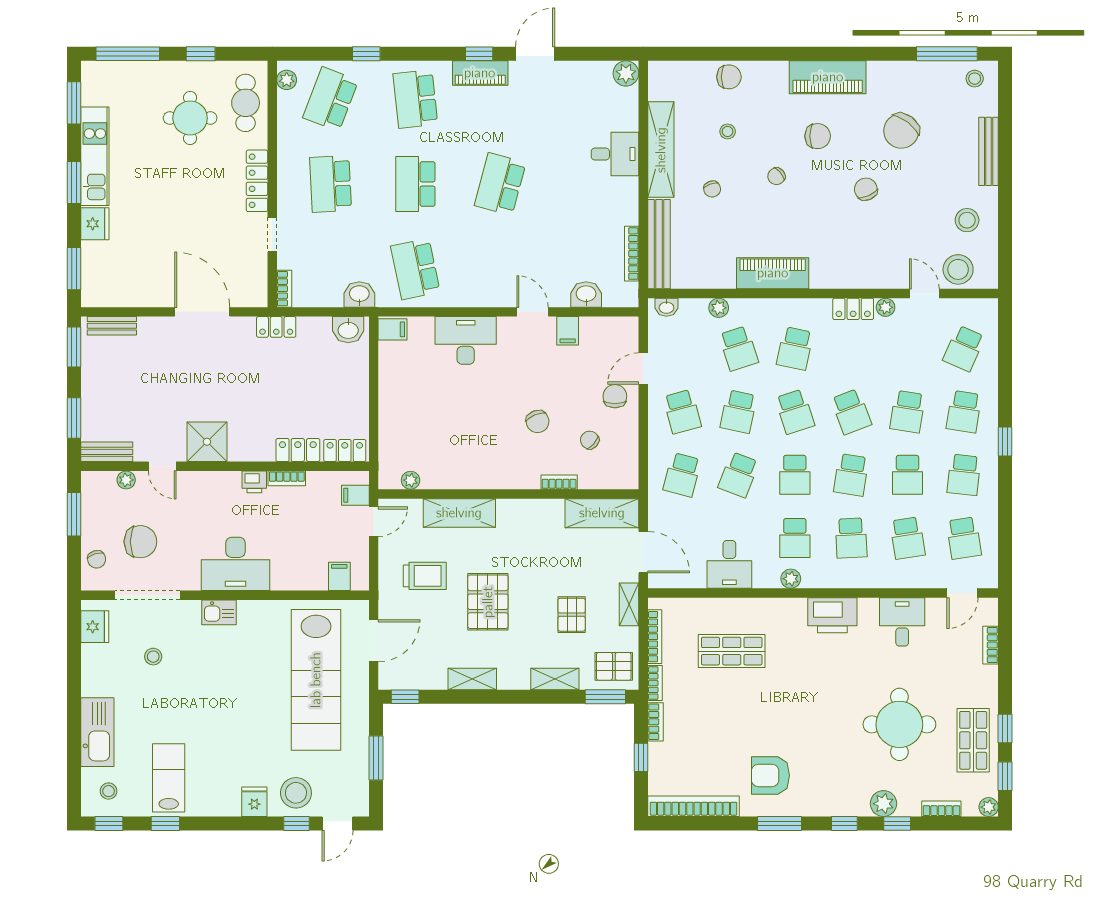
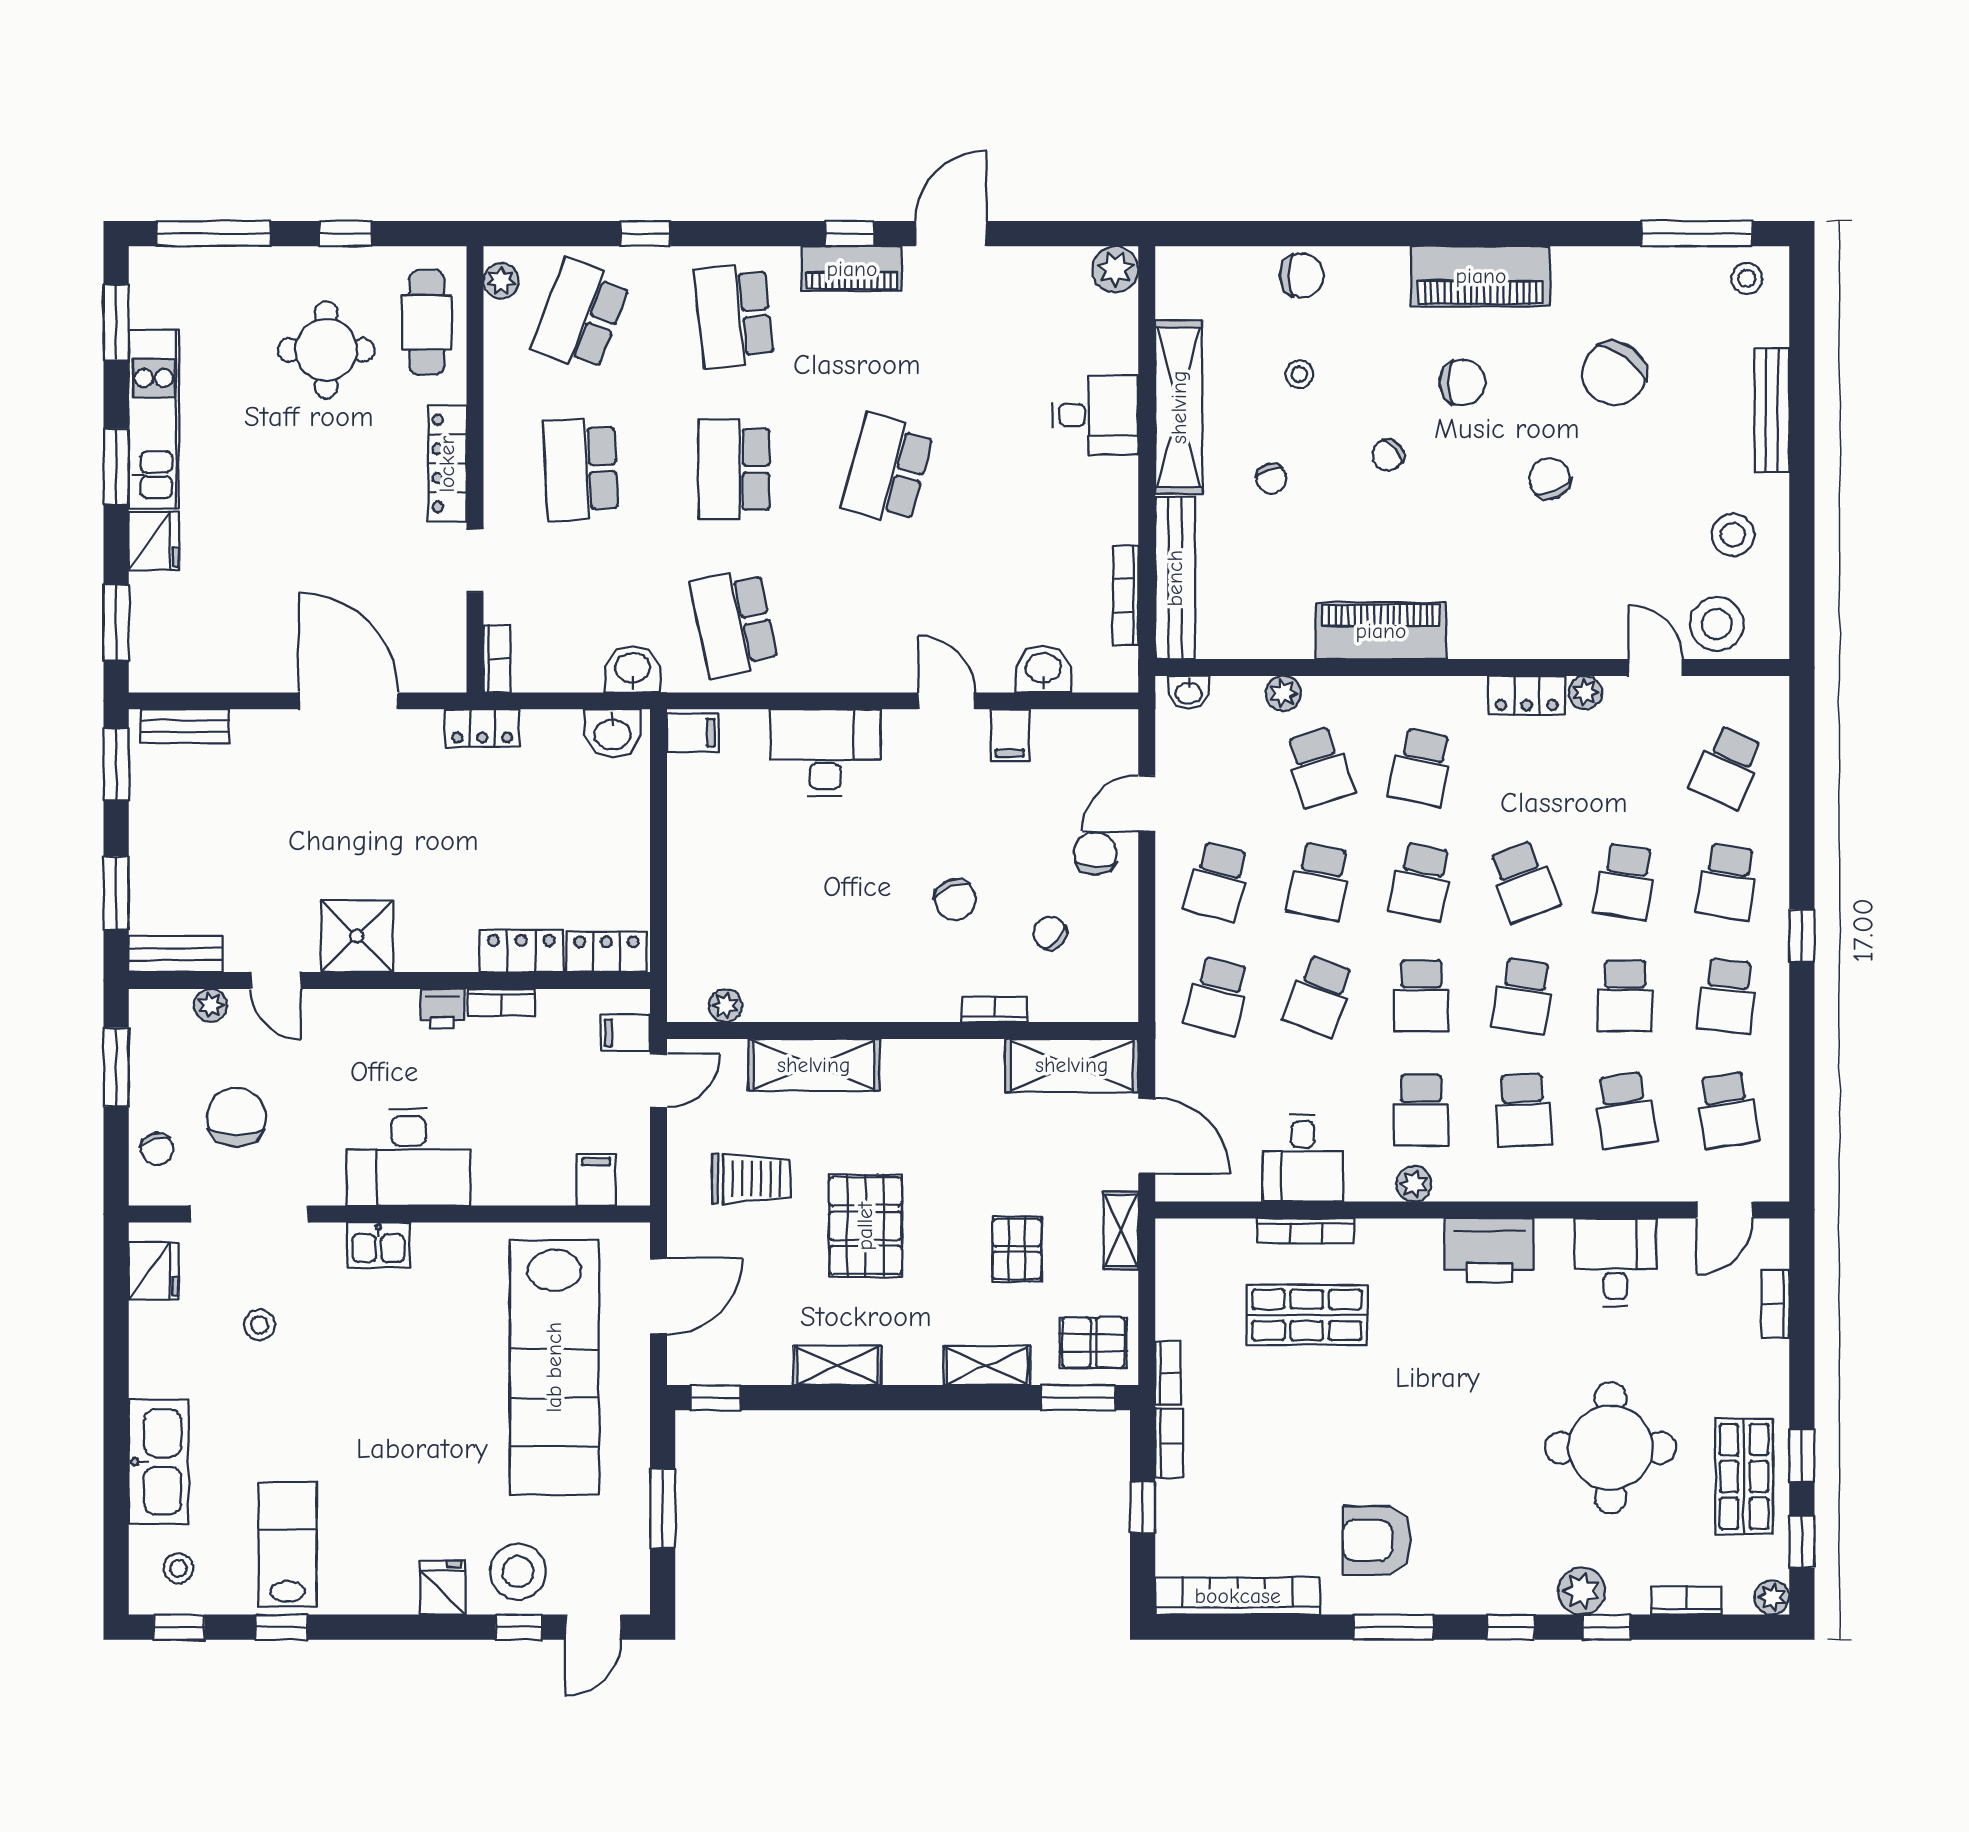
school desk: (682, 412) -> (1217, 882), turned 30
school desk: (795, 412) -> (1421, 882), turned 30
chair: (140, 542) -> (236, 1117), turned -90
bookcase: (655, 637) -> (1306, 1231), moved, turned 90

